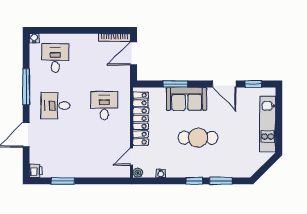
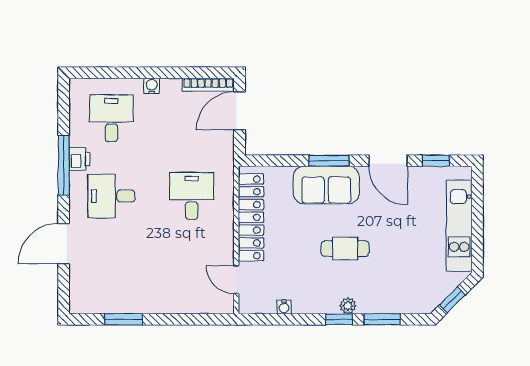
water cooler: (34, 38) -> (152, 86), moved
window: (175, 84) -> (329, 161), moved
cafe table: (198, 138) -> (345, 249), width x0.73, depth x0.74
door: (132, 157) -> (236, 280), hinge flipped
window: (264, 169) -> (452, 300), added
printer: (36, 171) -> (79, 159), moved
plant: (138, 173) -> (348, 306), moved

